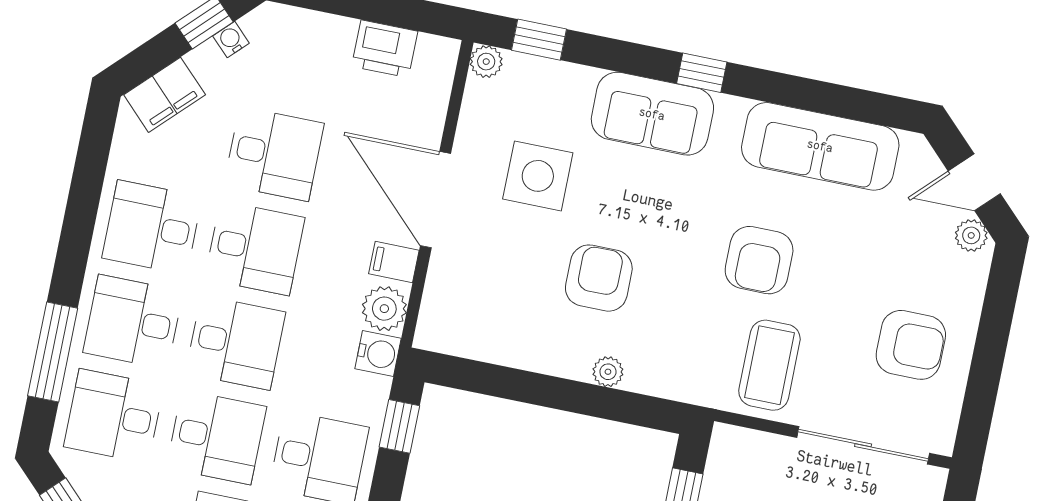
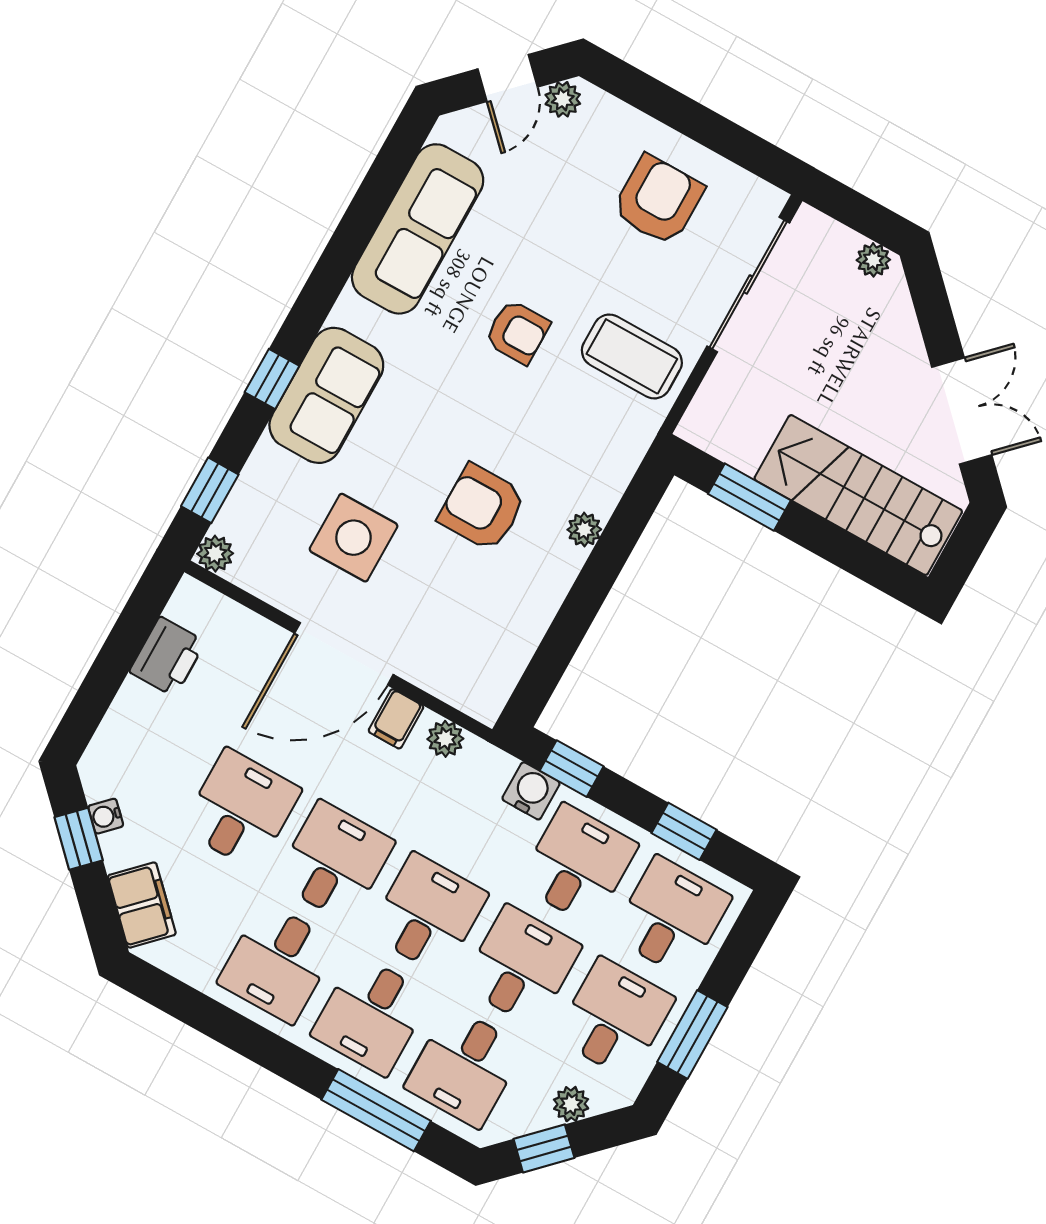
window: (702, 73) -> (272, 379), moved
armchair: (759, 260) -> (517, 332), width x0.72, depth x0.72
plant: (384, 309) -> (445, 739), width x0.73, depth x0.73
water cooler: (378, 354) -> (531, 791), moved

